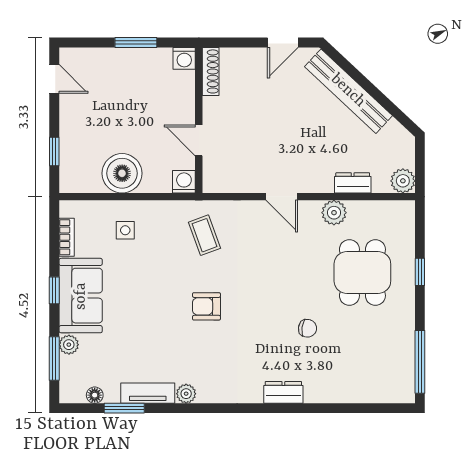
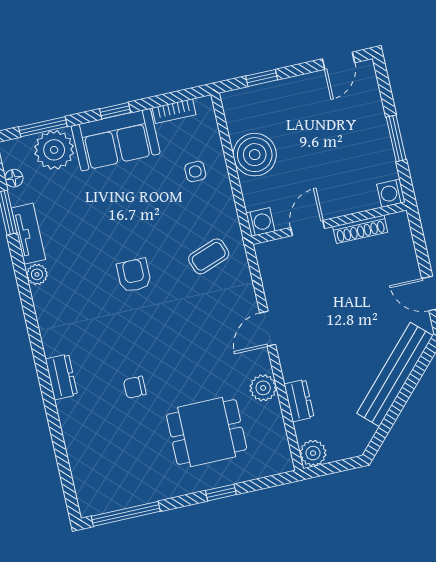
shoe rack: (211, 71) -> (360, 229), moved
chair: (308, 328) -> (135, 387), turned 82
plant: (69, 345) -> (54, 150), width x1.87, depth x1.87

